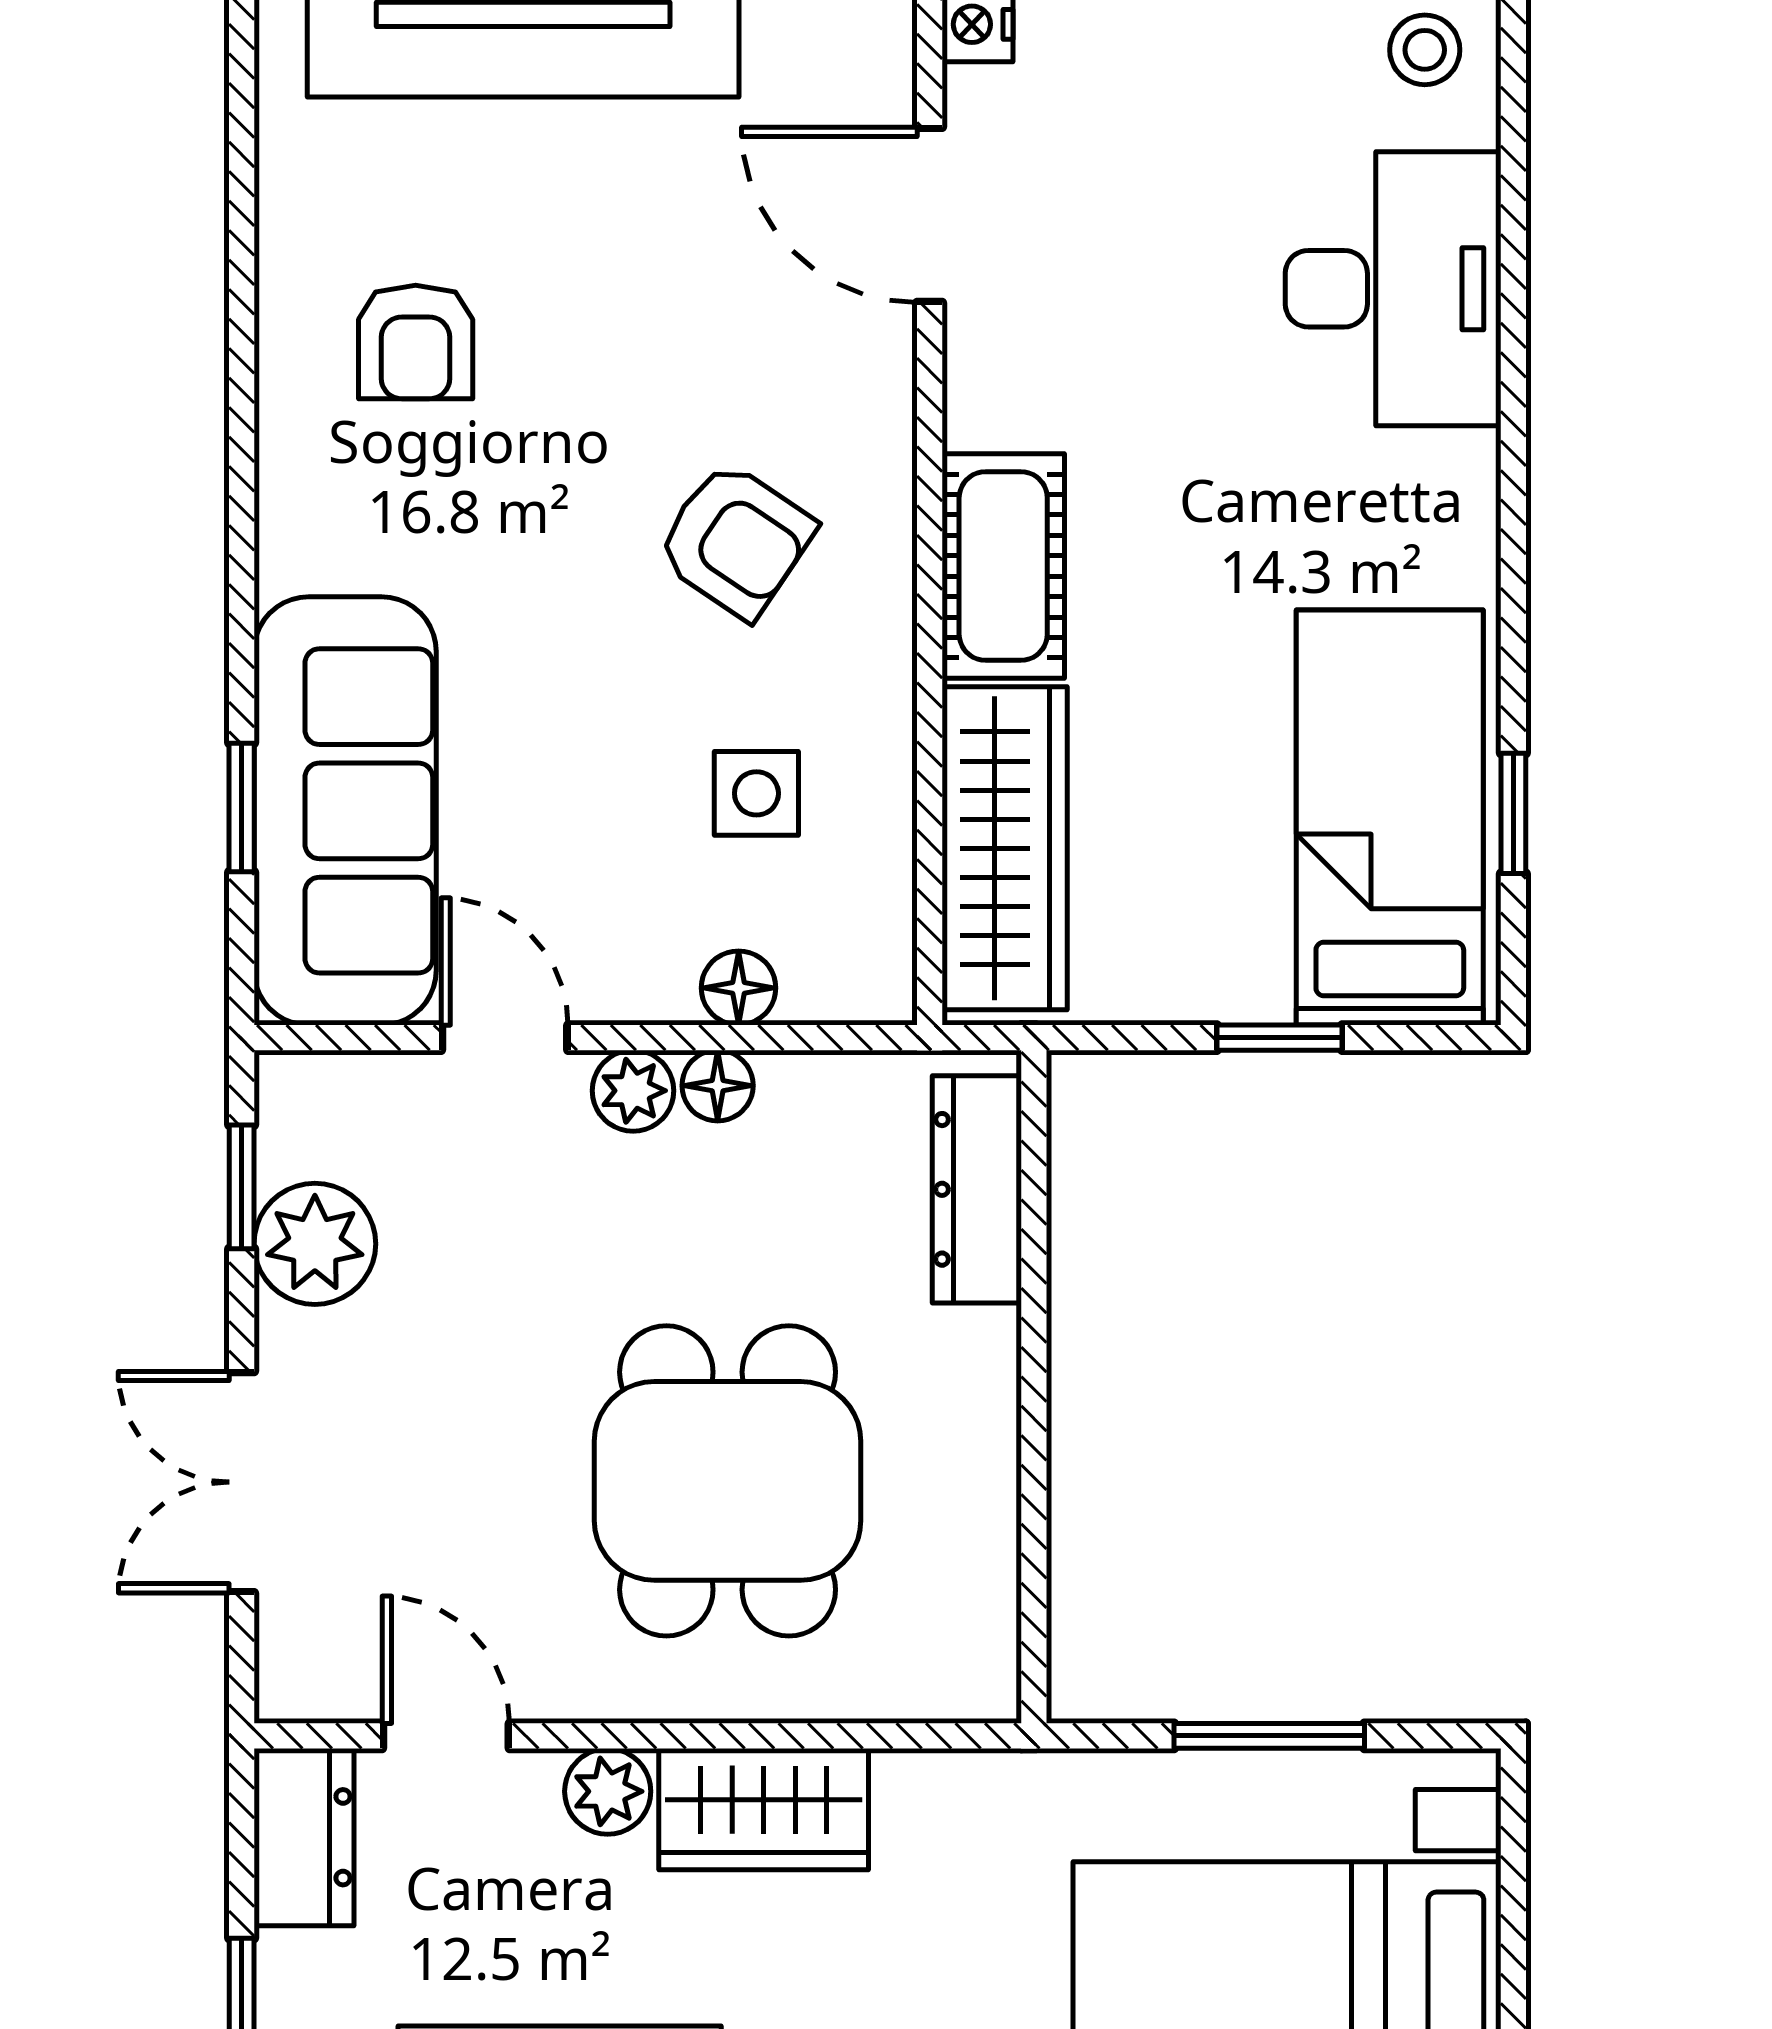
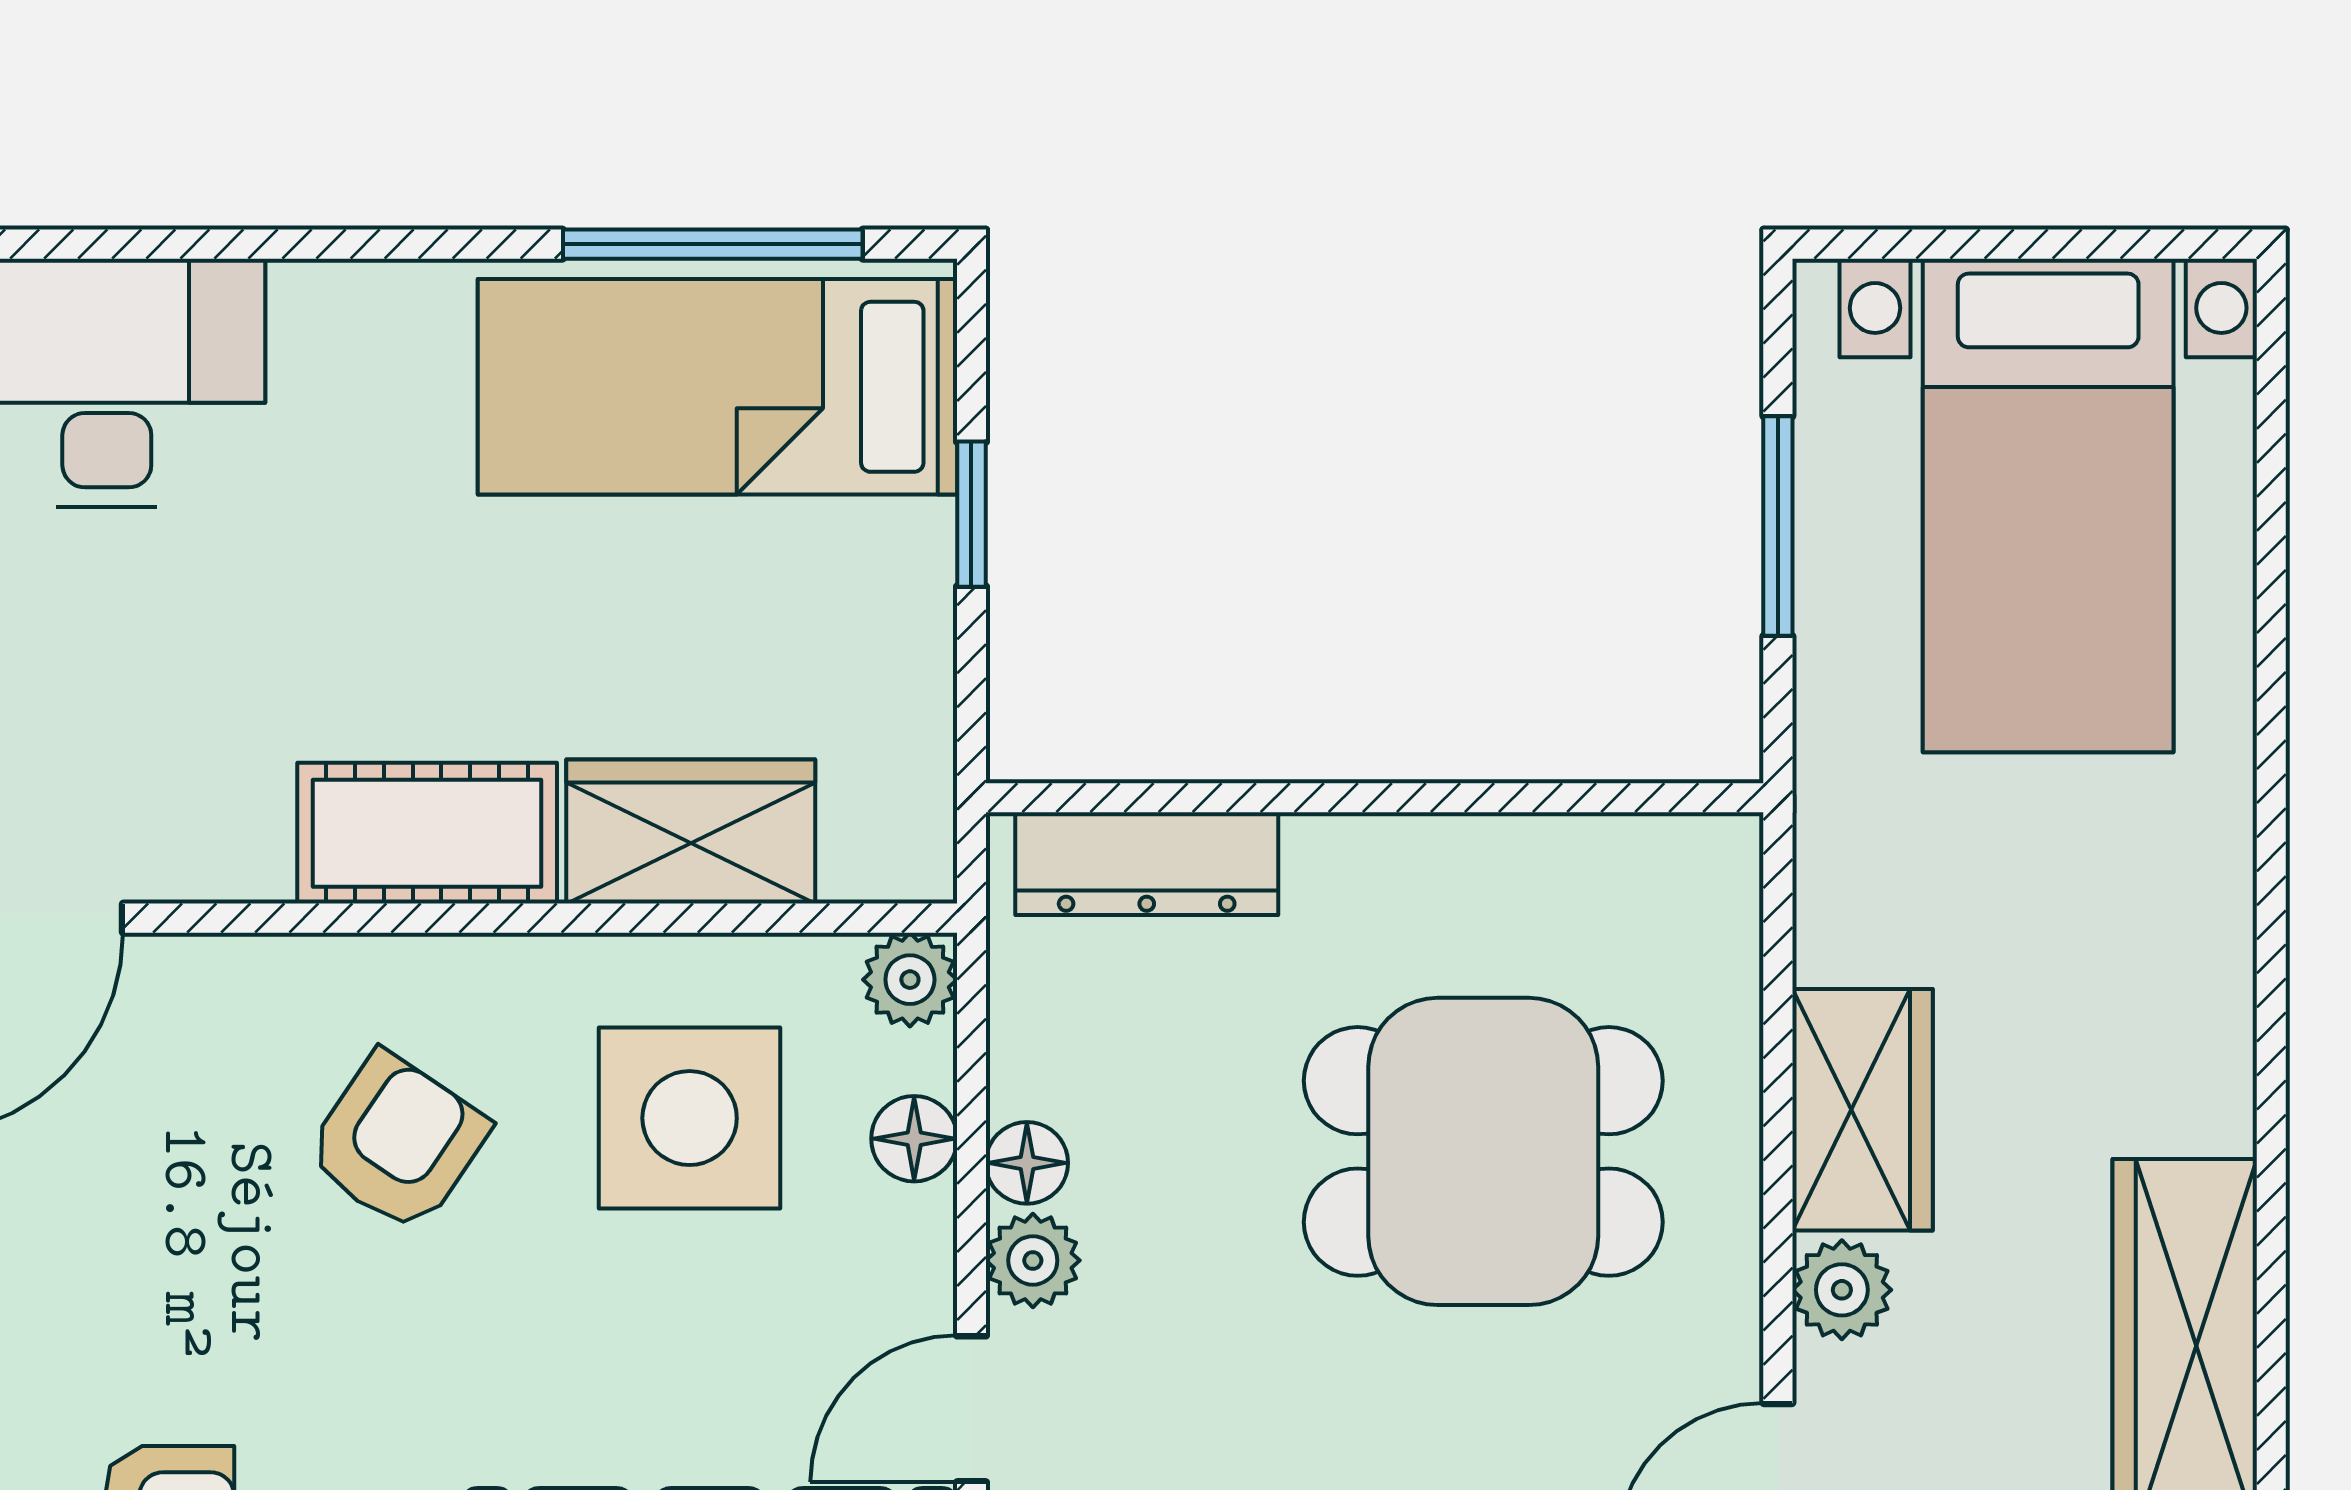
side table: (756, 793) -> (690, 1118), width x1.87, depth x1.87
window: (1513, 813) -> (713, 244), width x2.17
wardrobe: (1005, 848) -> (691, 832), width x0.67
plant: (876, 984) -> (910, 980), added

